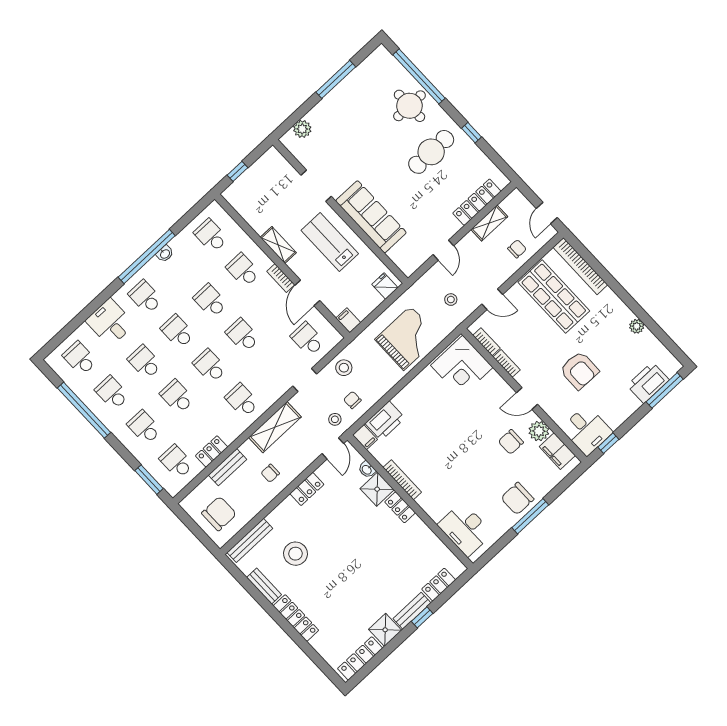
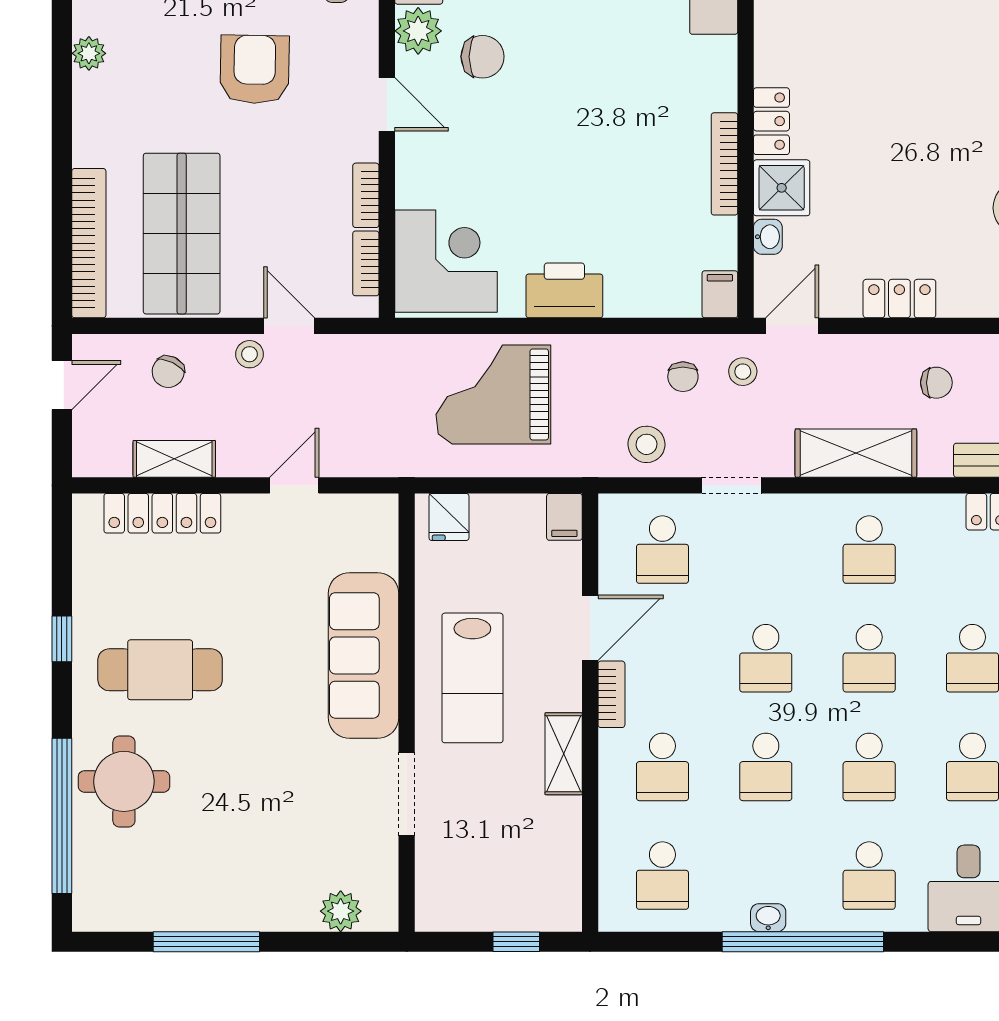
chair: (517, 249) -> (168, 372), turned -64
stool: (451, 300) -> (250, 354), moved
printer: (385, 421) -> (564, 290), moved

